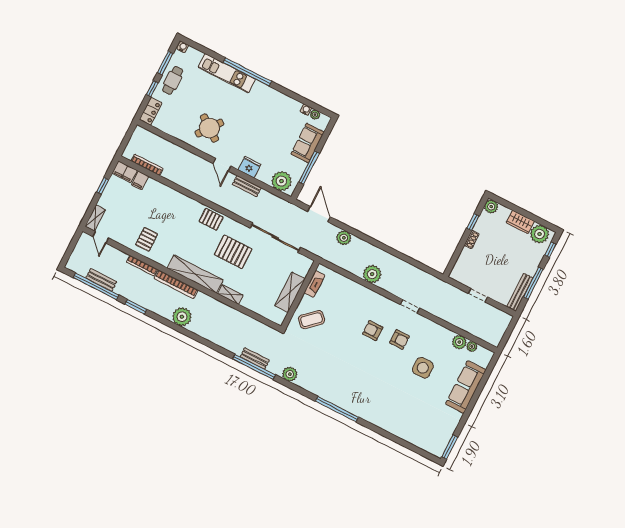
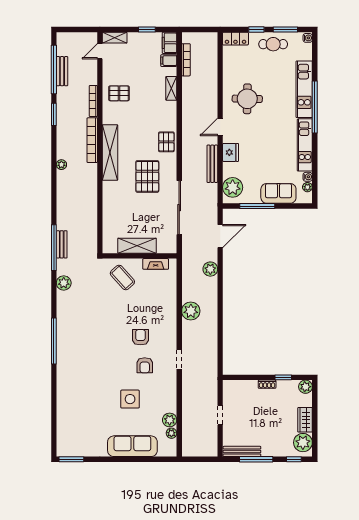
kitchen unit: (276, 98) -> (305, 145), added
round table: (209, 128) -> (247, 99), turned -36
bench: (247, 186) -> (212, 164), width x1.36
shelving: (230, 294) -> (171, 88), moved
plant: (182, 317) -> (61, 165), width x0.53, depth x0.53

